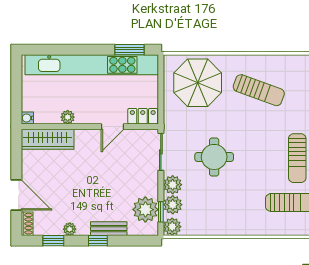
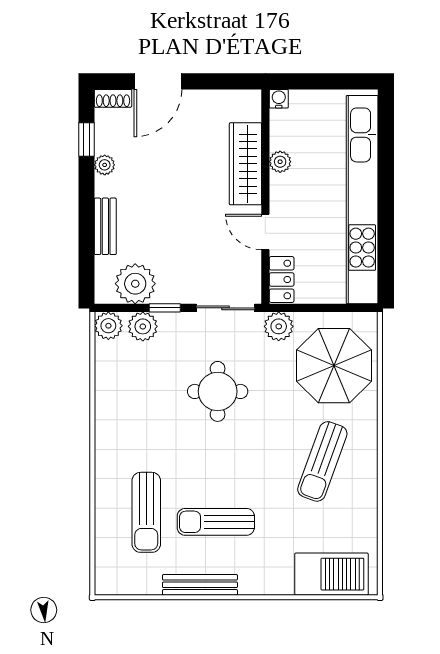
window: (130, 50) -> (386, 259), removed
wardrobe: (48, 139) -> (245, 164), moved
plant: (173, 185) -> (279, 326), moved
window: (161, 212) -> (165, 308), moved
window: (98, 241) -> (87, 209), removed

